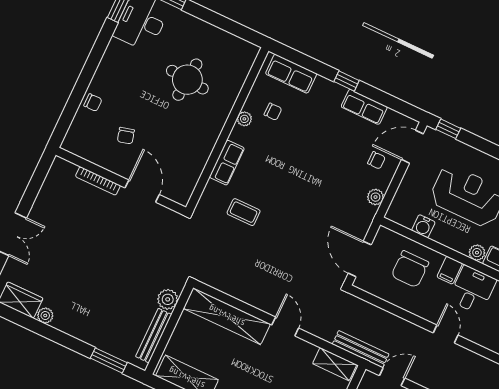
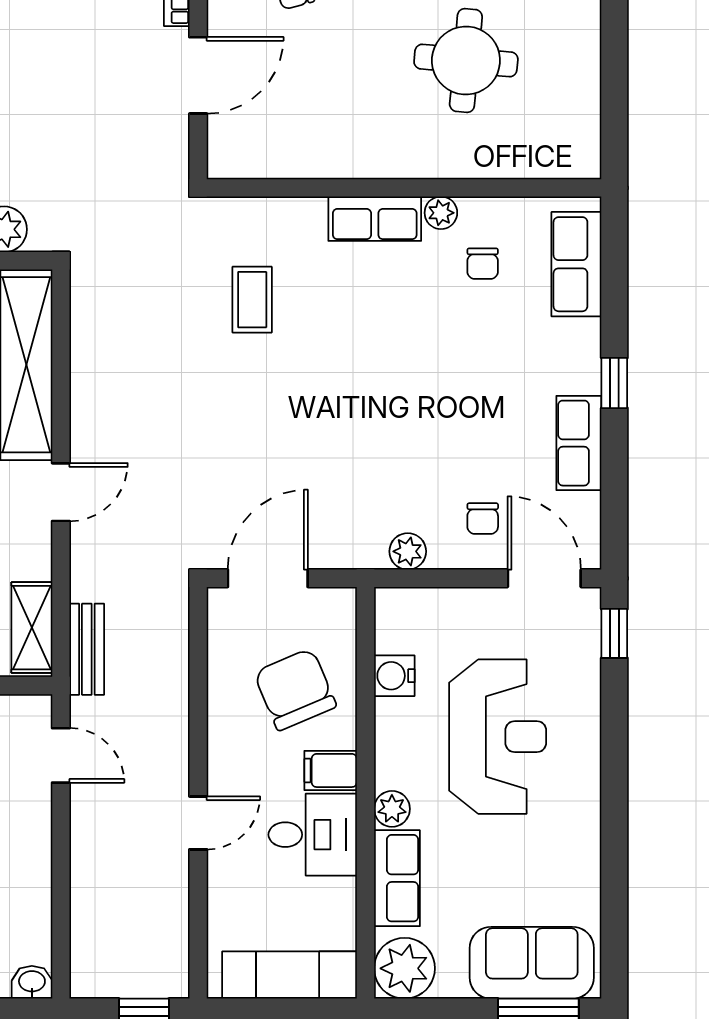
row of seats: (227, 163) -> (375, 219), moved
chair: (410, 269) -> (295, 689), turned 67
bench: (361, 349) -> (87, 649), width x0.73

